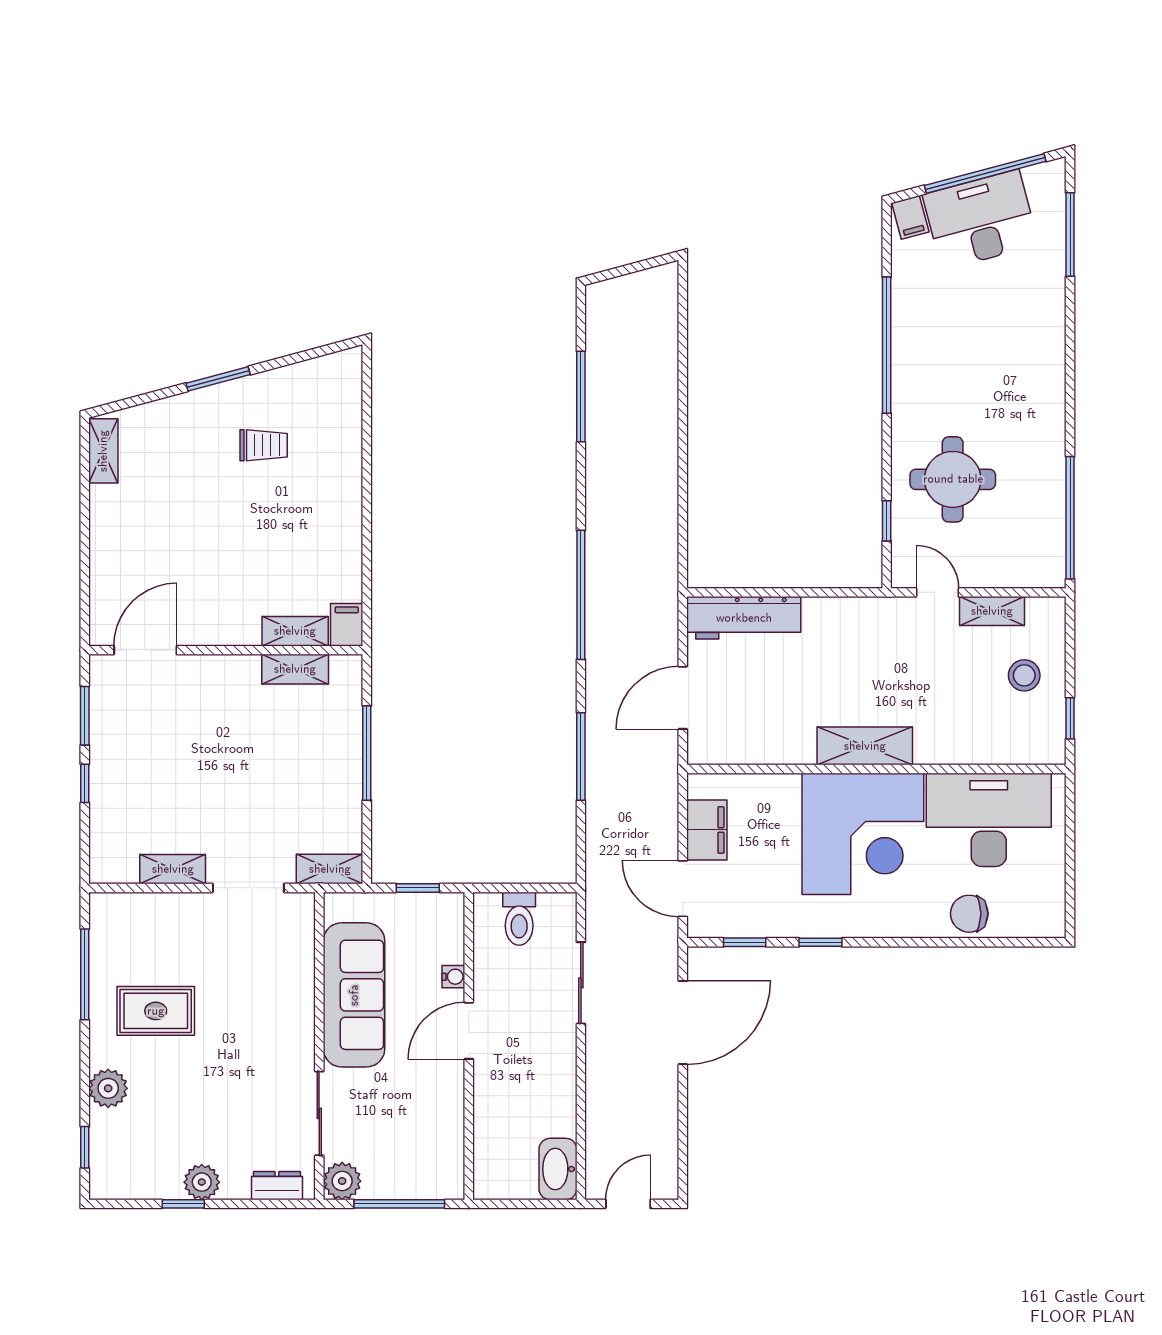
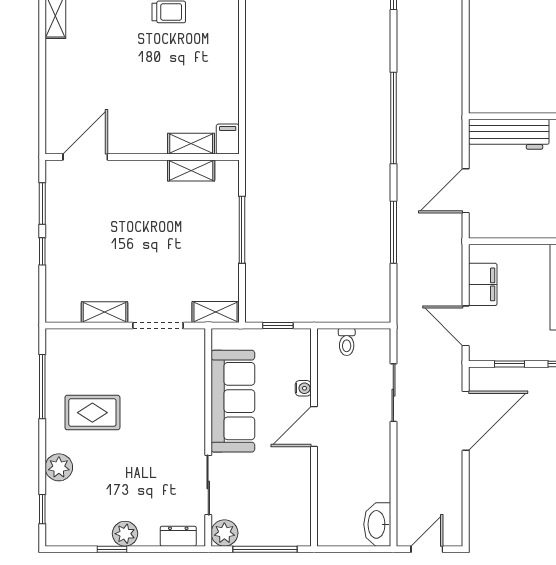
toilet: (519, 919) -> (347, 342), width x0.73, depth x0.72

